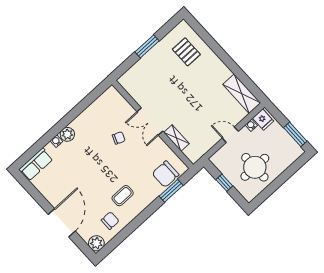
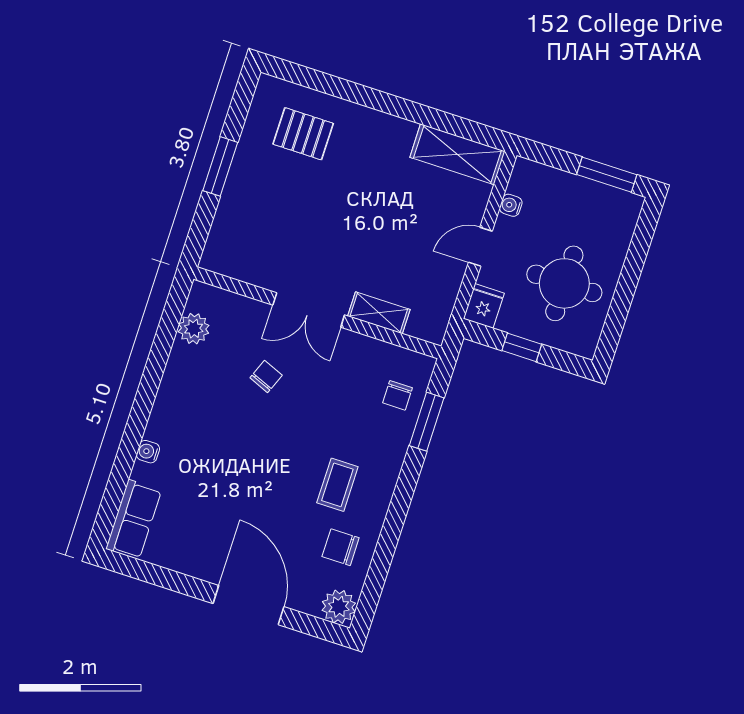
fridge: (263, 120) -> (484, 306), moved, turned -90
plant: (67, 134) -> (194, 329), moved
chair: (166, 174) -> (397, 395), width x0.54, depth x0.54
chair: (110, 221) -> (341, 547), turned -90

